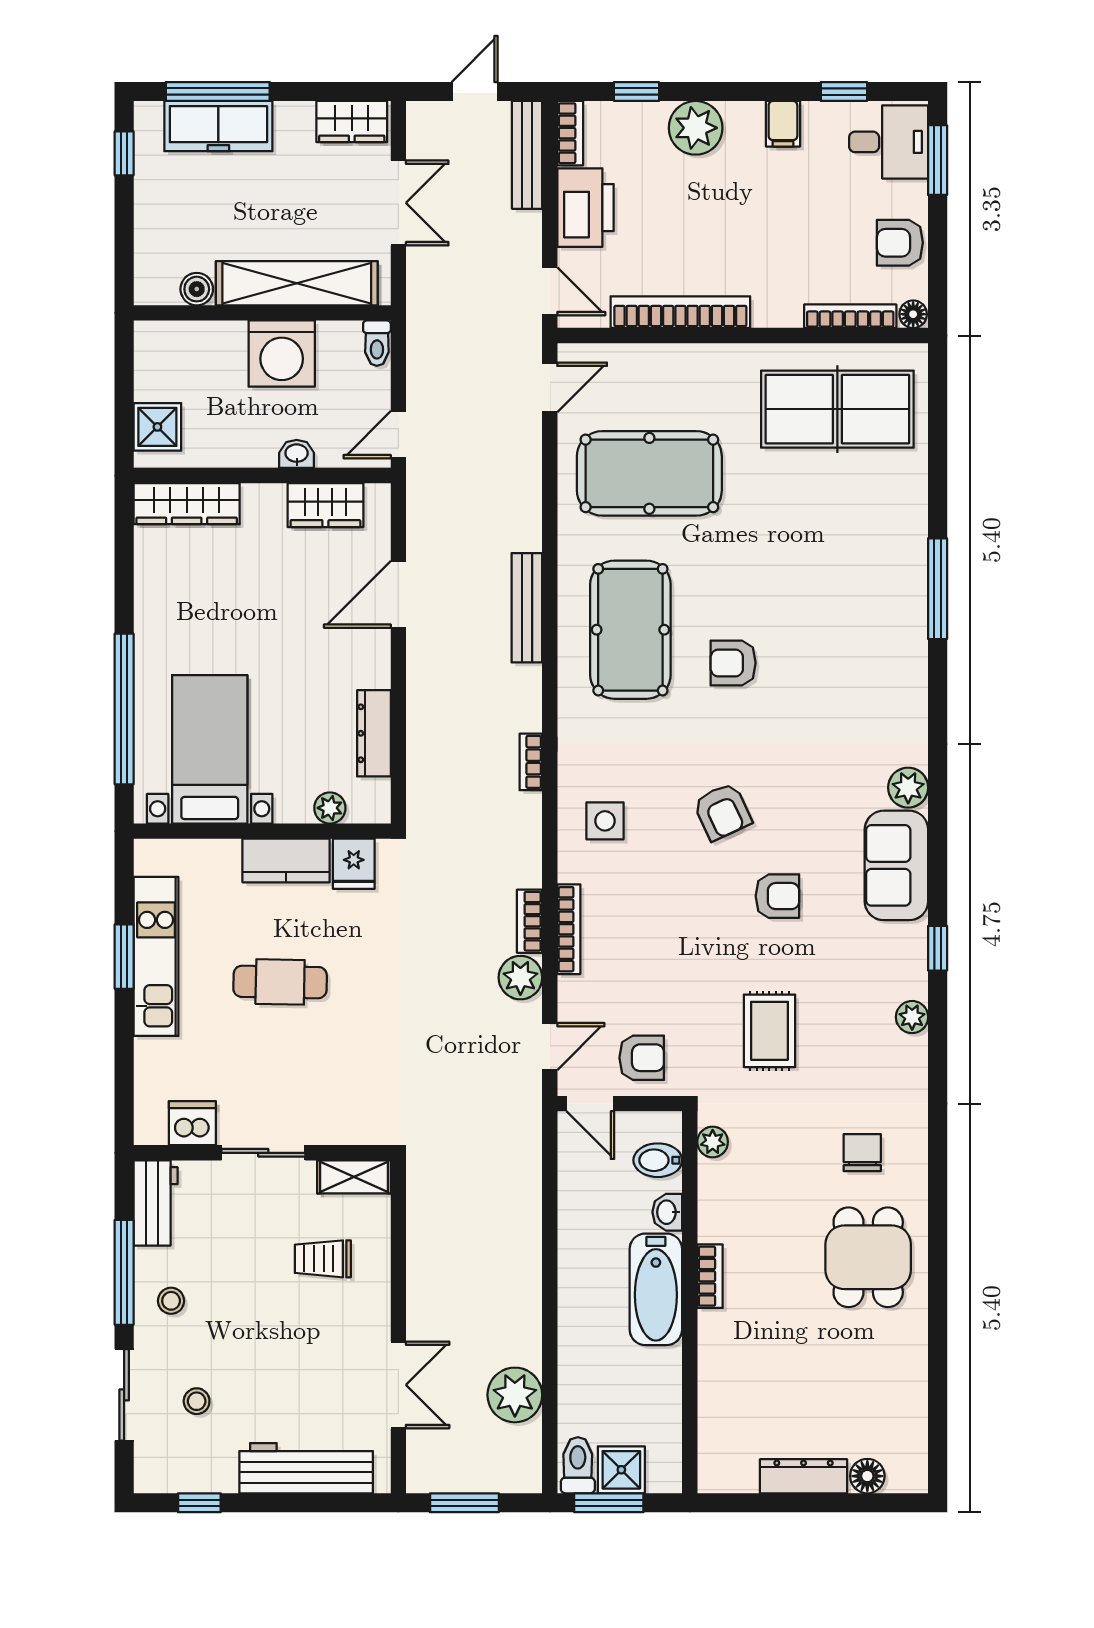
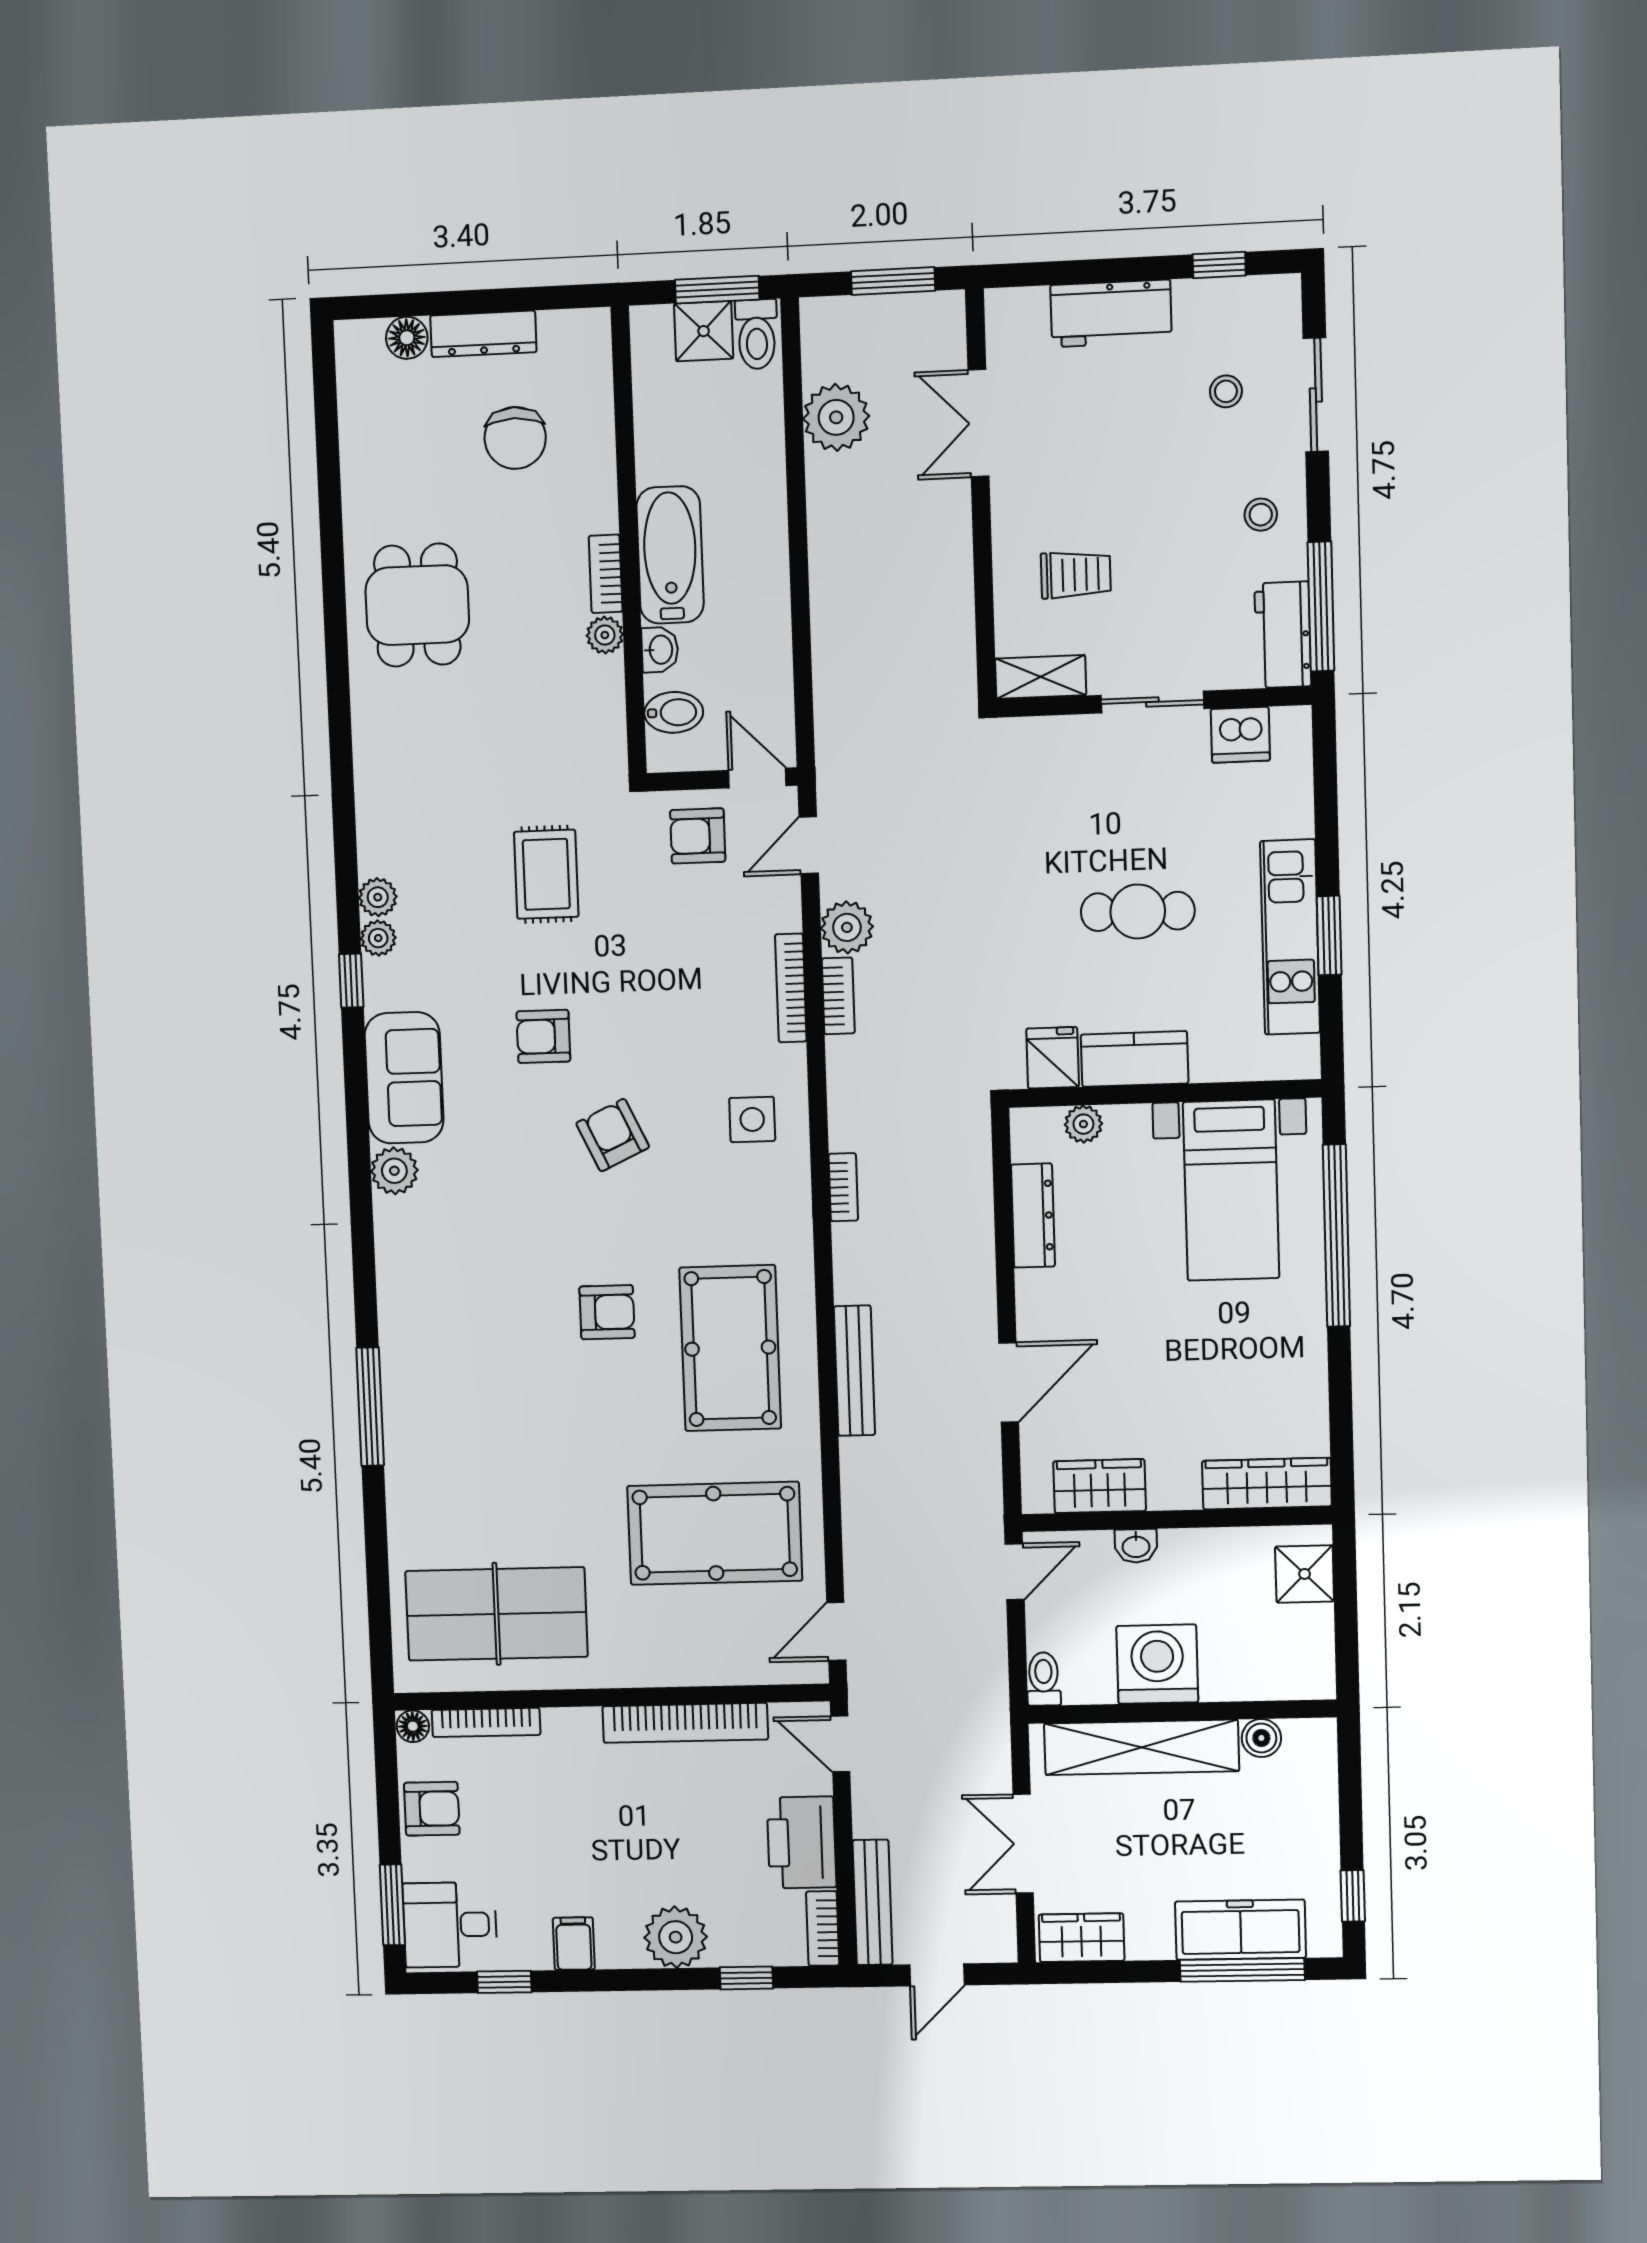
plant: (913, 983) -> (378, 938), added
plant: (713, 1142) -> (605, 635), moved
chair: (862, 1153) -> (515, 438), moved, width x1.37, depth x1.37
window: (124, 1272) -> (1321, 607), moved
workbench: (306, 1468) -> (1111, 313), width x0.73

